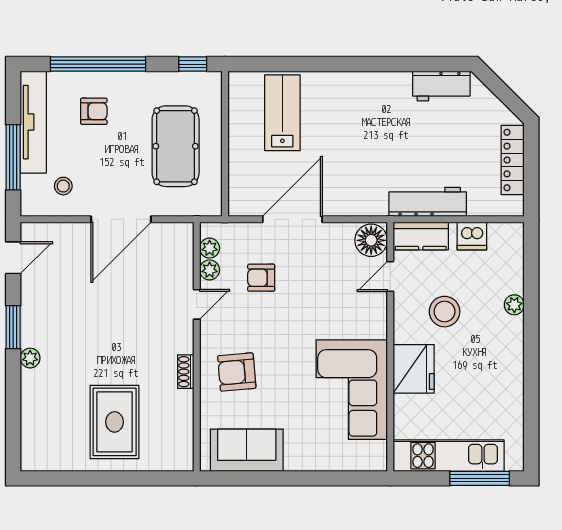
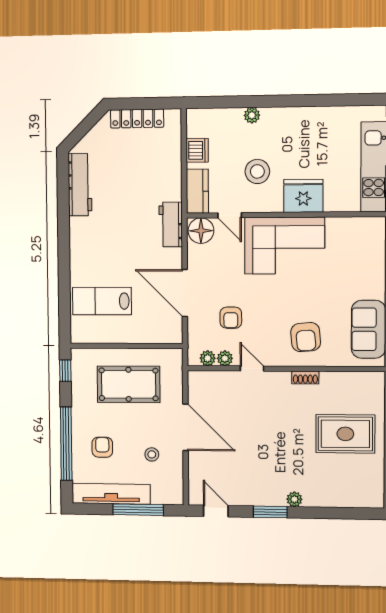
workbench: (441, 86) -> (80, 185), width x1.38
stool: (63, 186) -> (152, 454), moved
workbench: (428, 202) -> (171, 224), moved, width x0.73
corner sofa: (352, 390) -> (285, 246), moved

